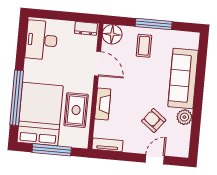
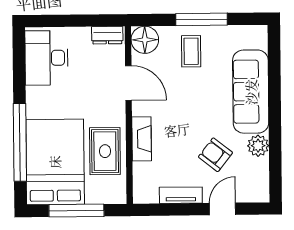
tv unit: (107, 145) -> (181, 195), moved

